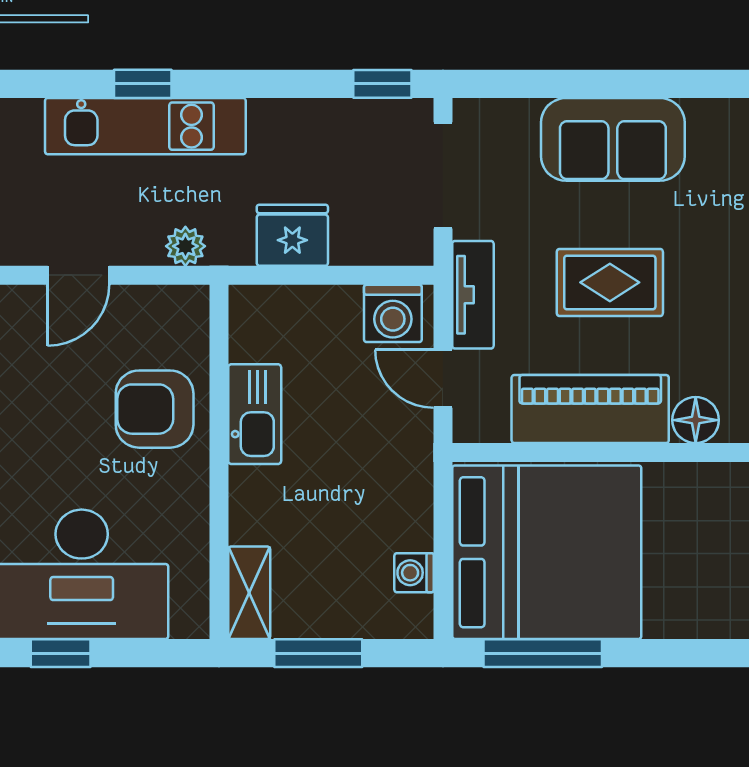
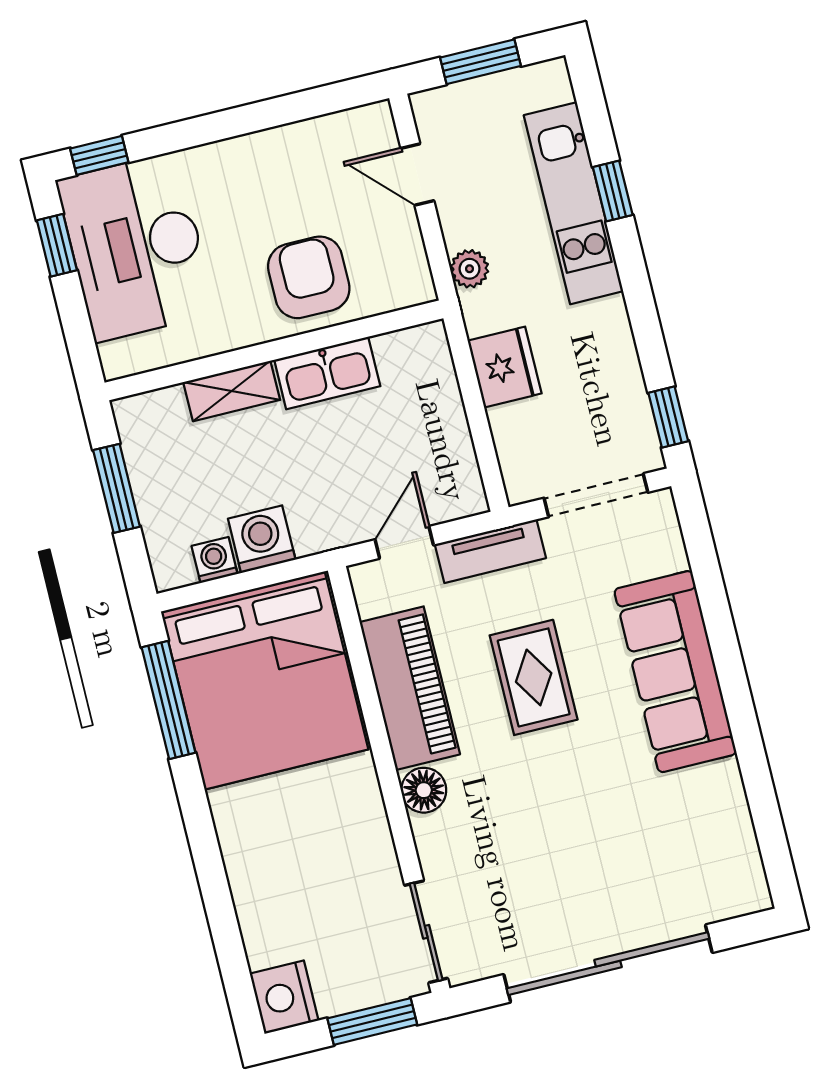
sofa: (613, 139) -> (675, 672), width x1.36
washing machine: (393, 313) -> (262, 539), moved, turned 90
shelving: (249, 593) -> (232, 391), moved

